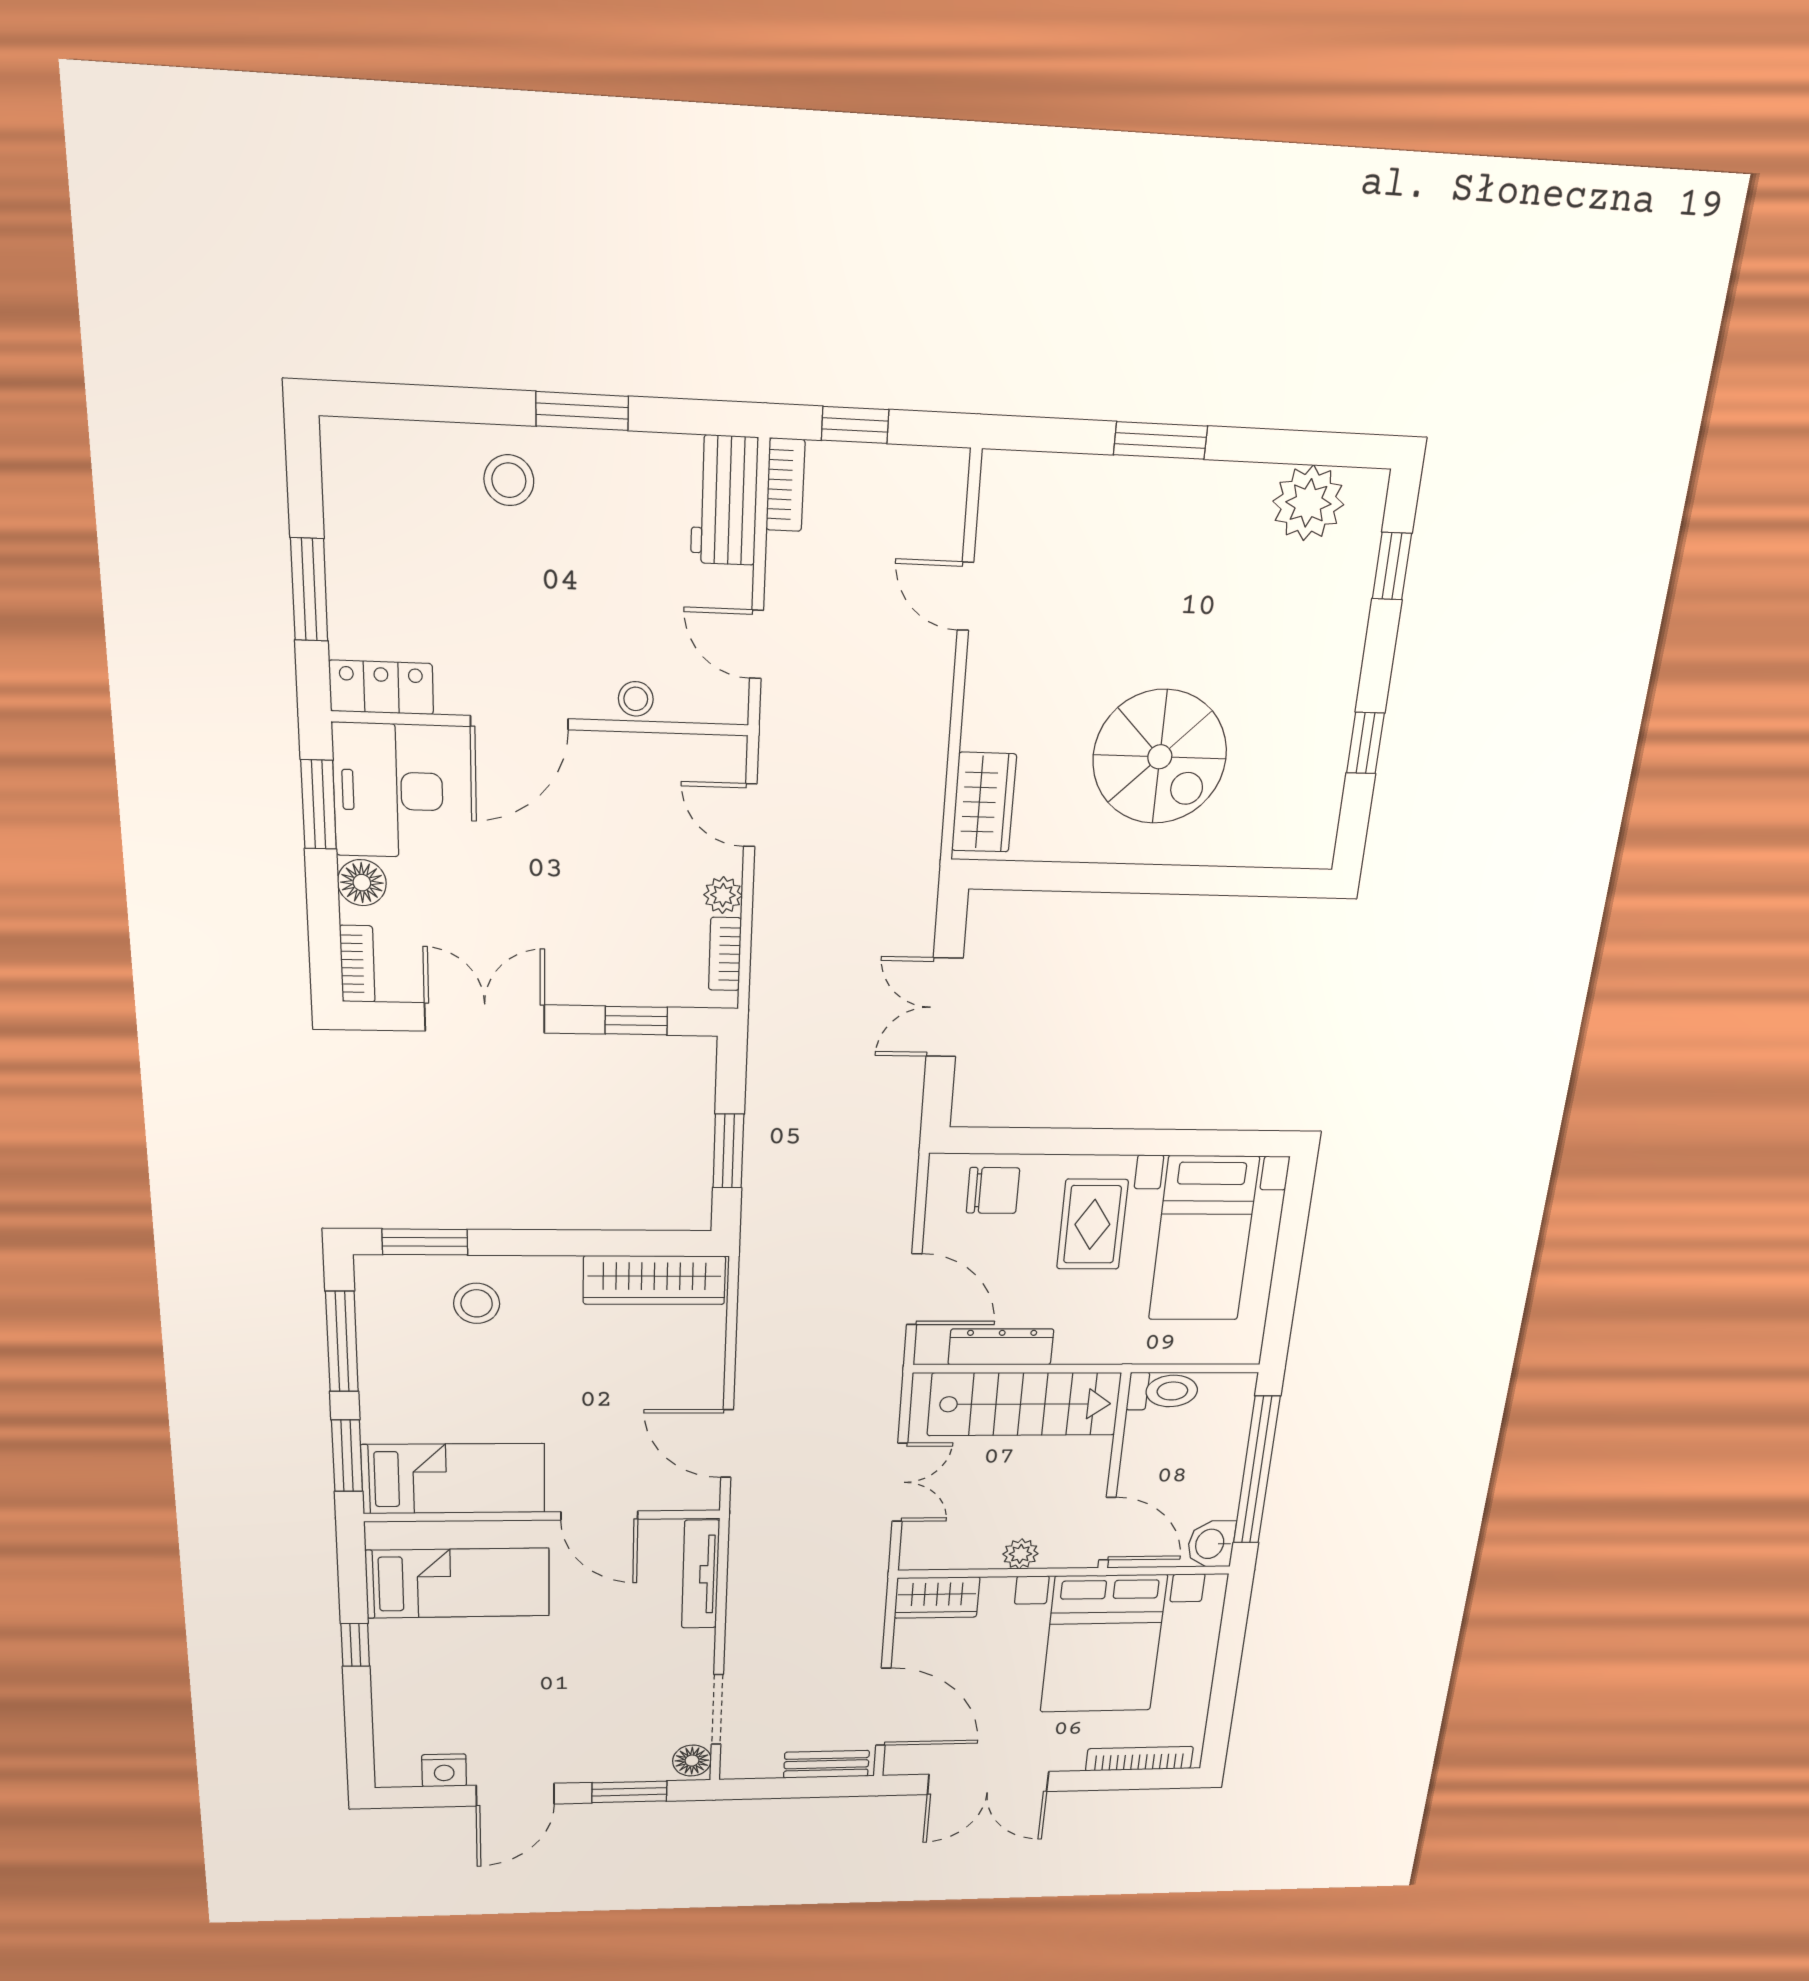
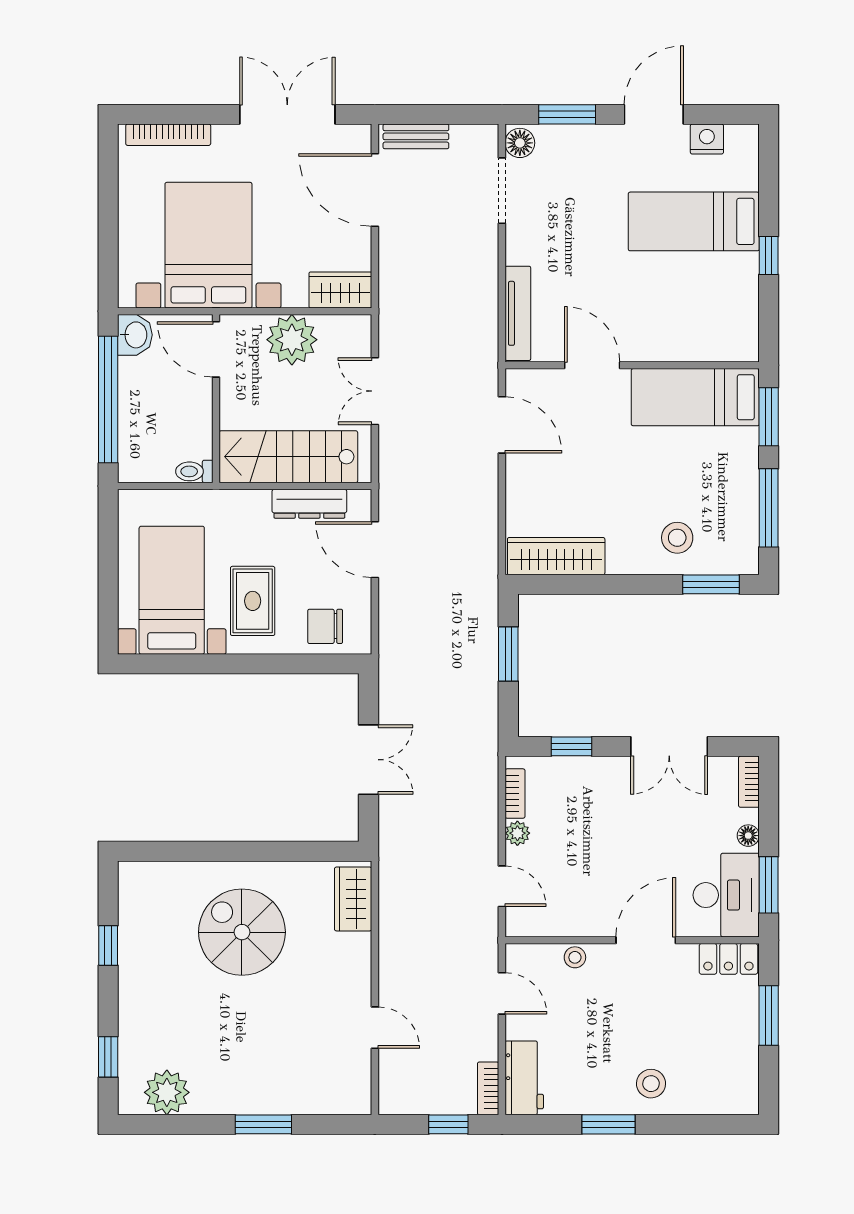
floor lamp: (362, 883) -> (748, 836), width x0.73, depth x0.73
toilet: (1163, 1391) -> (194, 471), width x0.73, depth x0.72
plant: (1020, 1554) -> (292, 340), width x1.87, depth x1.87
bed: (458, 1583) -> (694, 221), moved

